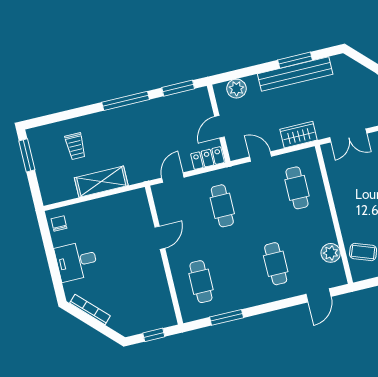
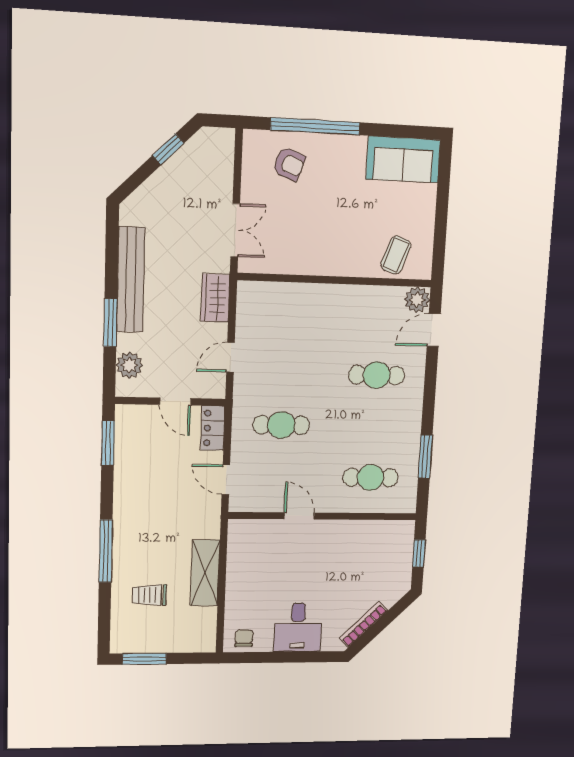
window: (295, 60) -> (110, 323), moved
window: (126, 101) -> (106, 551), moved
trolley: (75, 146) -> (149, 595), turned 180
cafe table: (297, 188) -> (286, 320), removed
chair: (59, 223) -> (244, 638), turned 90
plant: (331, 253) -> (417, 300), moved
door: (319, 295) -> (434, 330), swing flipped

